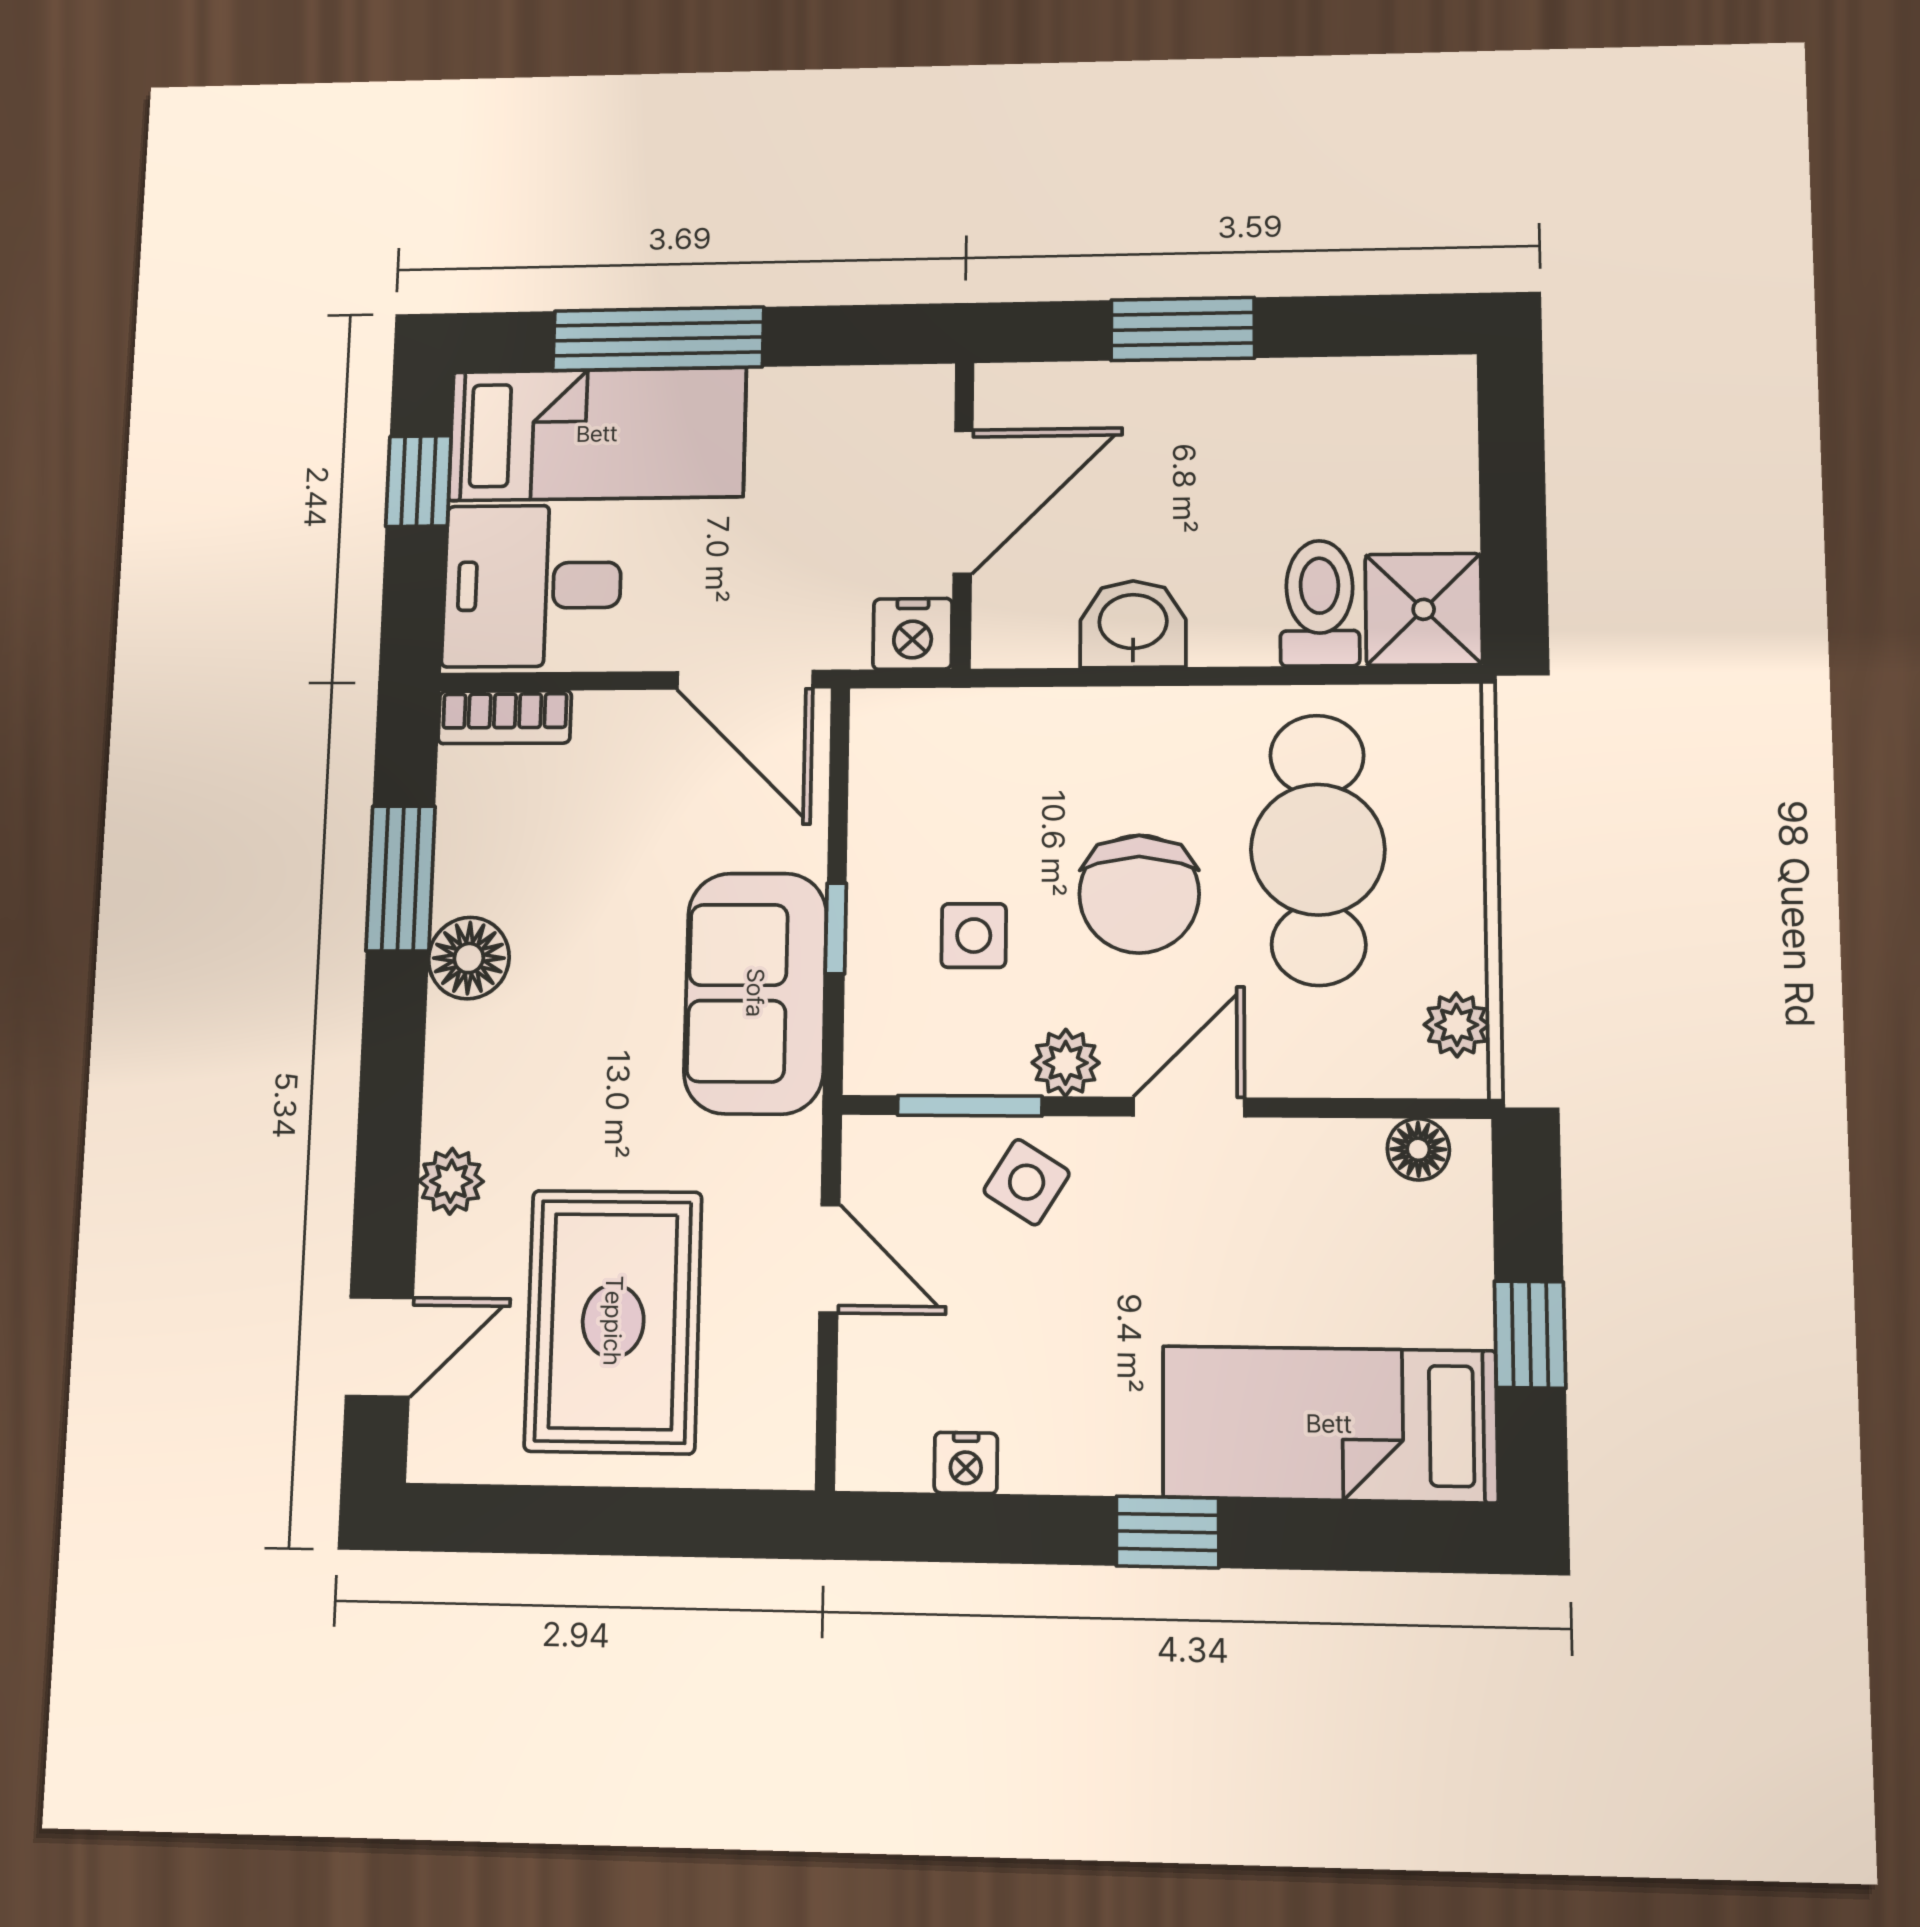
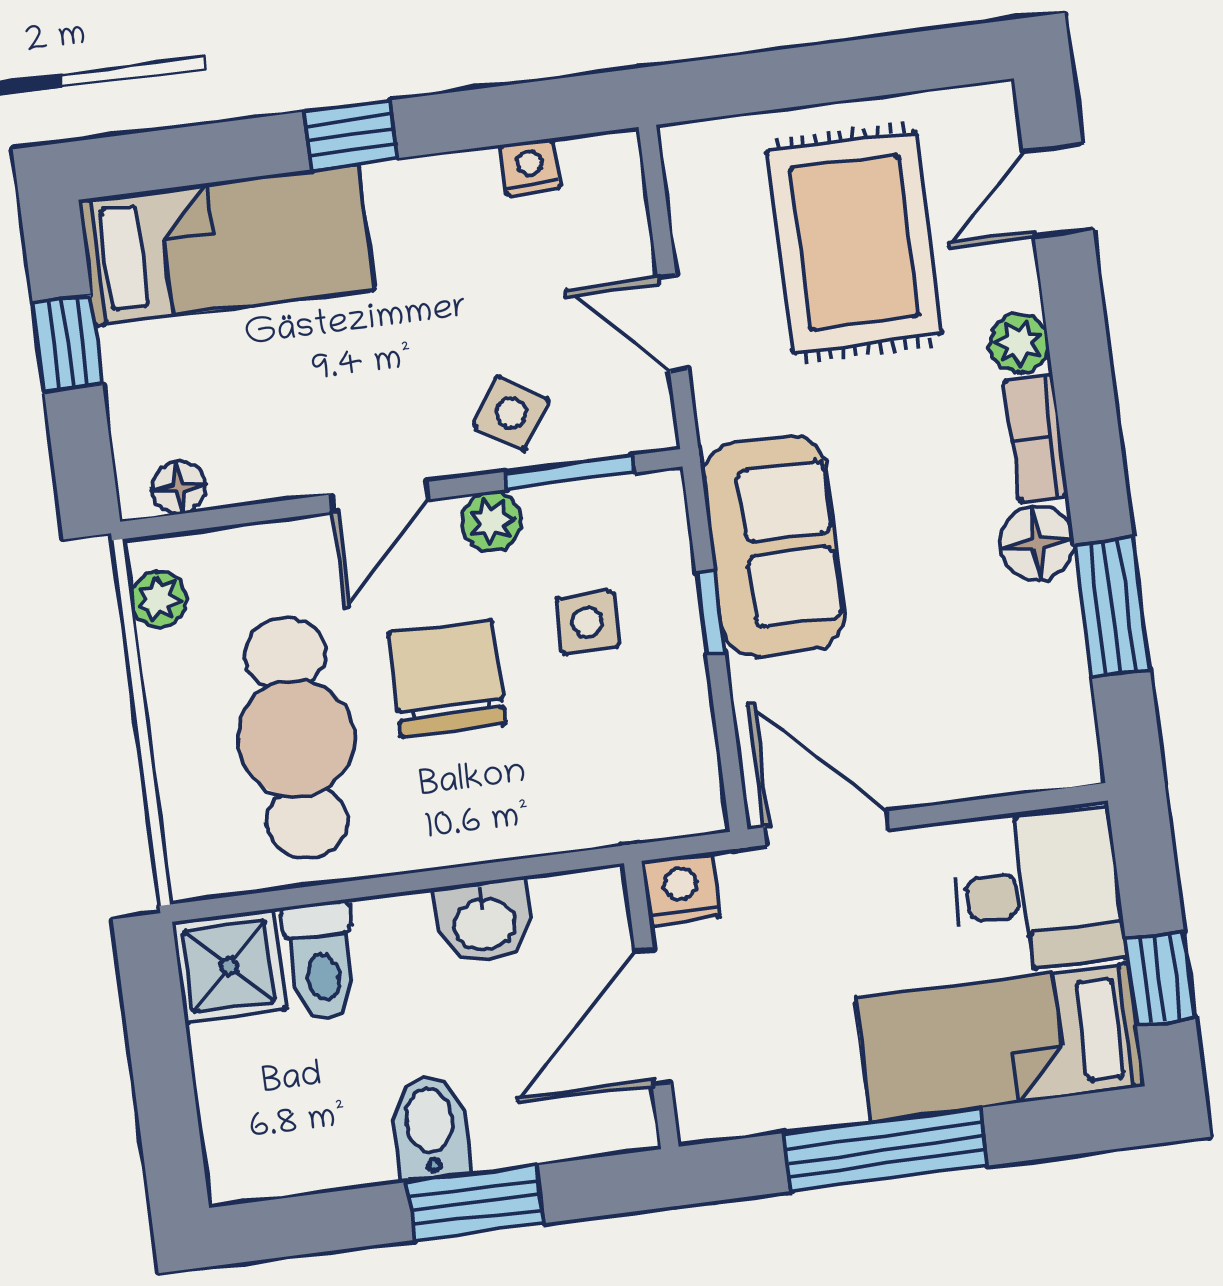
window: (658, 339) -> (886, 1149), moved
bidet: (1222, 413) -> (430, 1127), added
bookcase: (505, 717) -> (1036, 438), moved, turned -90

